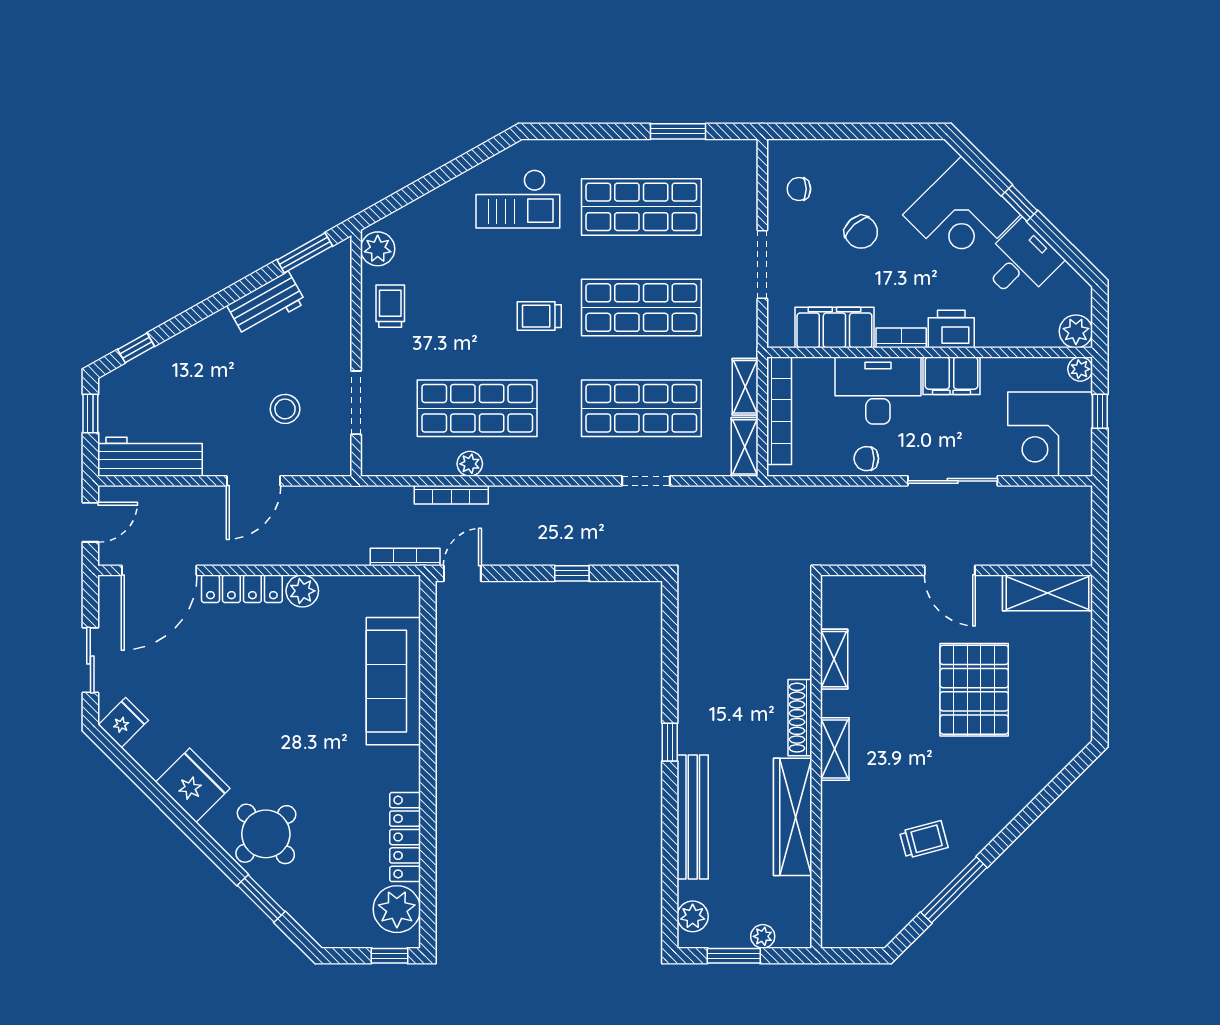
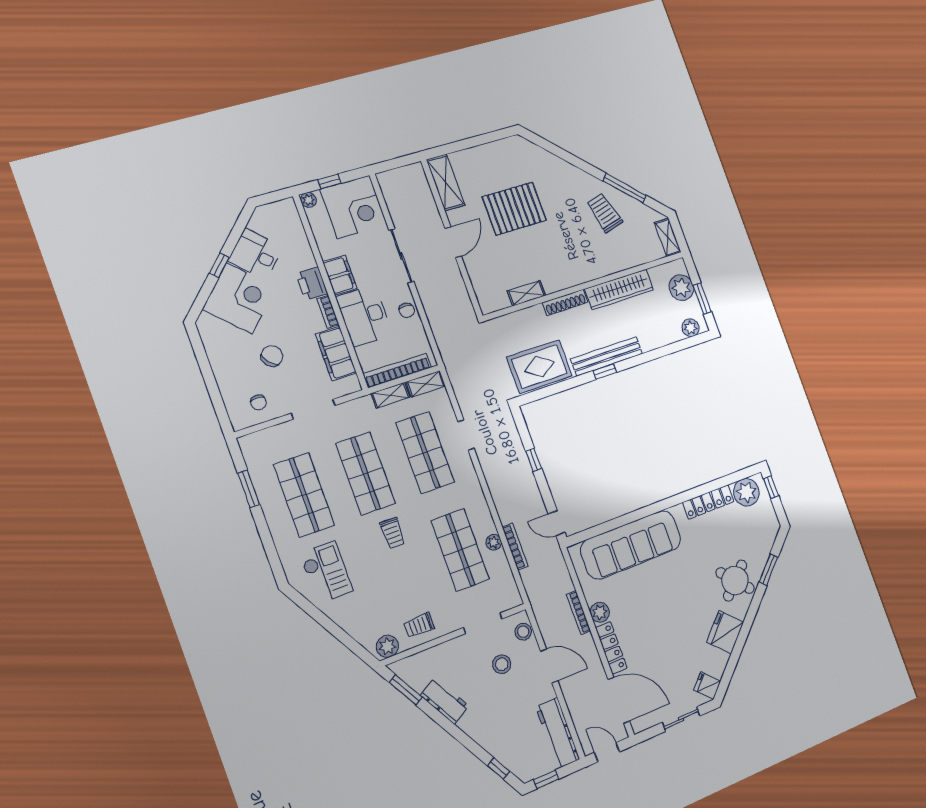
plant: (1076, 331) -> (287, 209), removed
stool: (320, 460) -> (523, 632), added
bookcase: (405, 557) -> (579, 612), moved
rug: (713, 637) -> (539, 367), added
sofa: (393, 681) -> (631, 545), width x1.36, depth x1.27
shelving: (835, 749) -> (668, 237), moved, turned 90
bench: (693, 817) -> (607, 356), moved
trolley: (924, 840) -> (605, 213), width x1.36, depth x1.39
plant: (763, 936) -> (681, 288), width x1.88, depth x1.88

